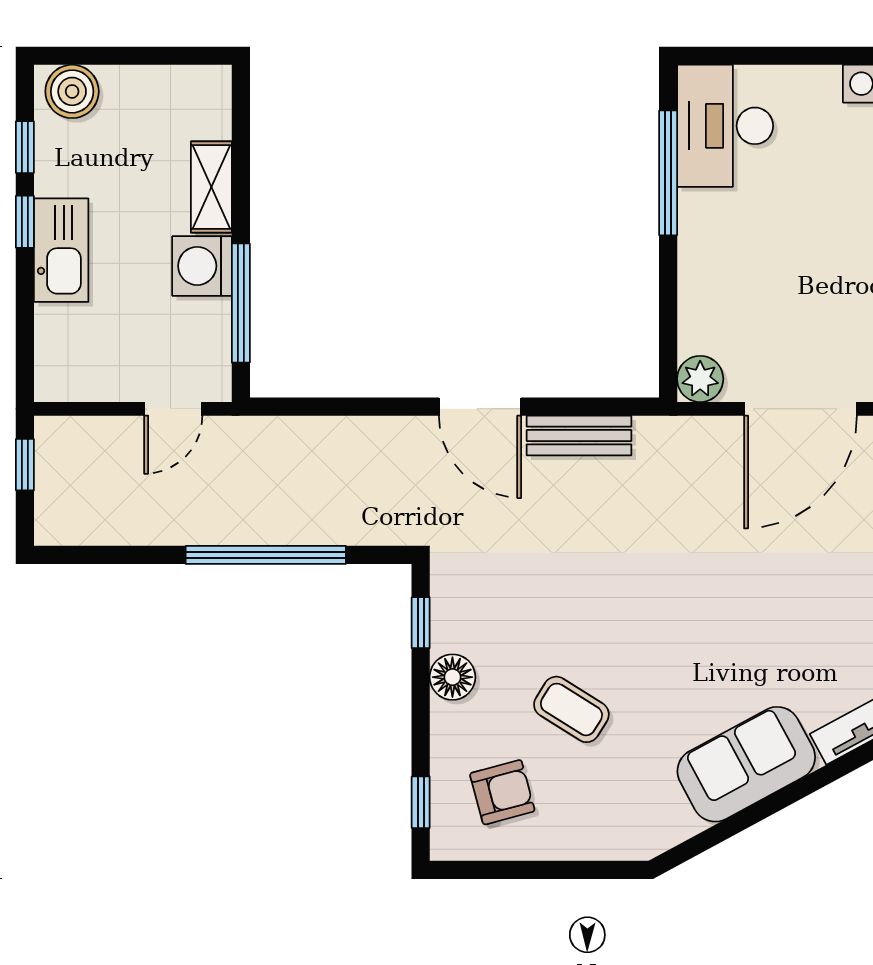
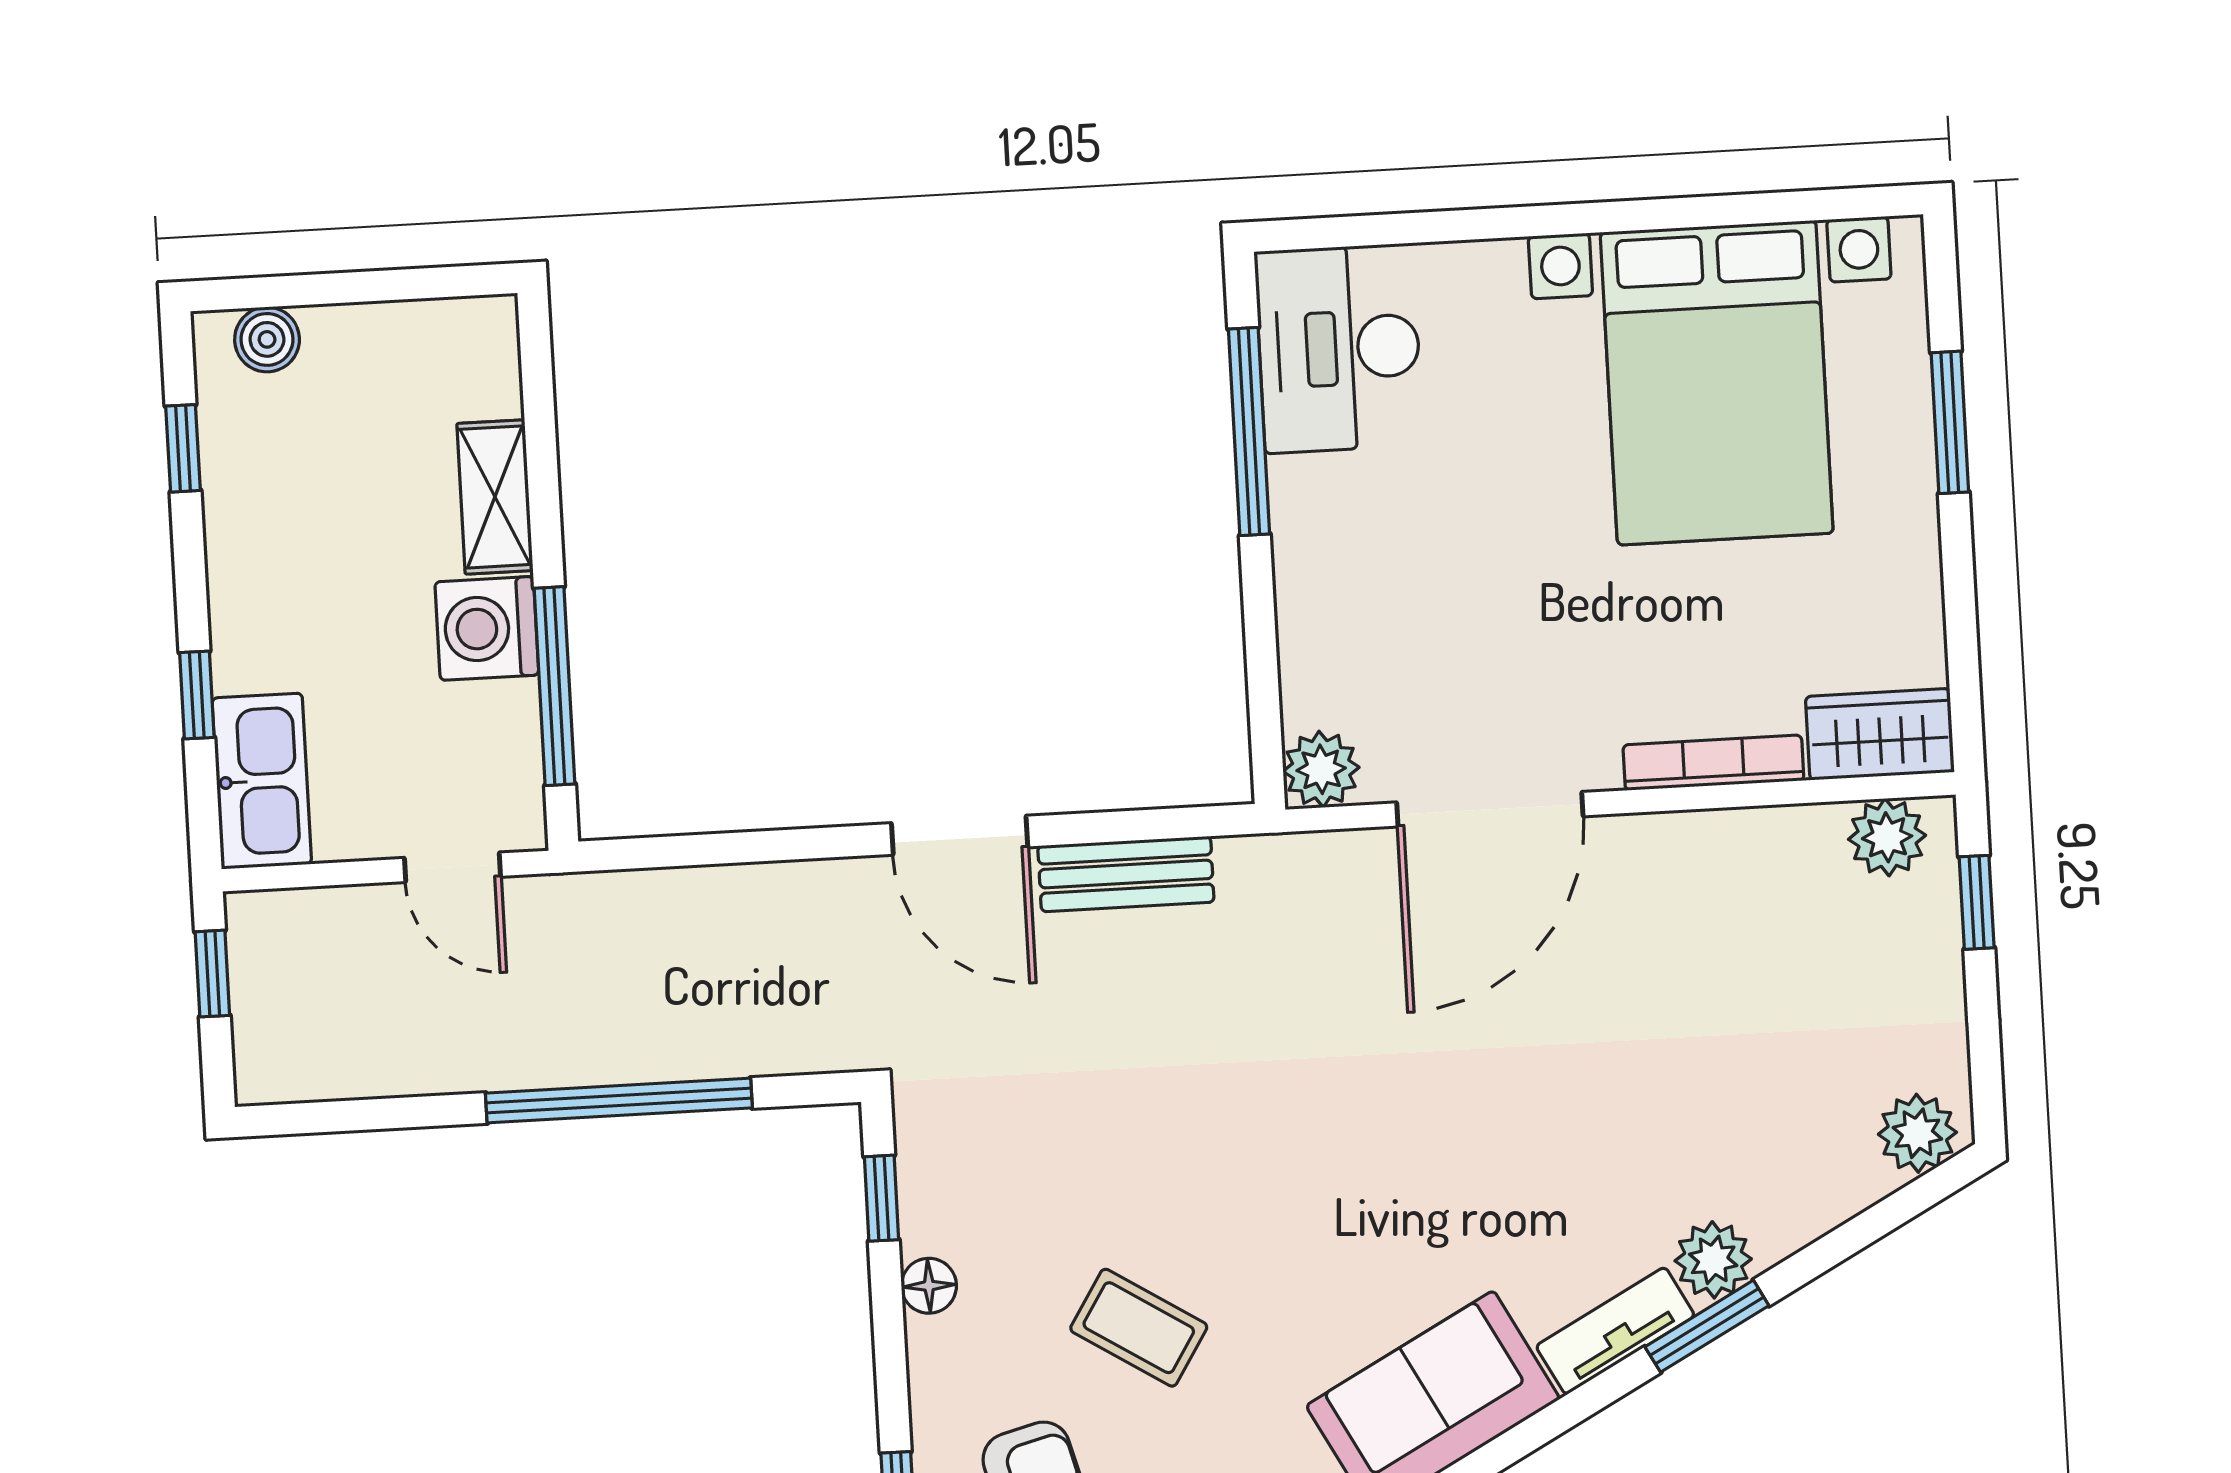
boiler: (72, 91) -> (267, 339), width x0.73, depth x0.73
window: (25, 222) -> (197, 695), moved
kitchen sink: (61, 250) -> (262, 781), moved
door: (173, 409) -> (453, 867), hinge flipped
floor lamp: (452, 677) -> (929, 1286), width x0.73, depth x0.73

